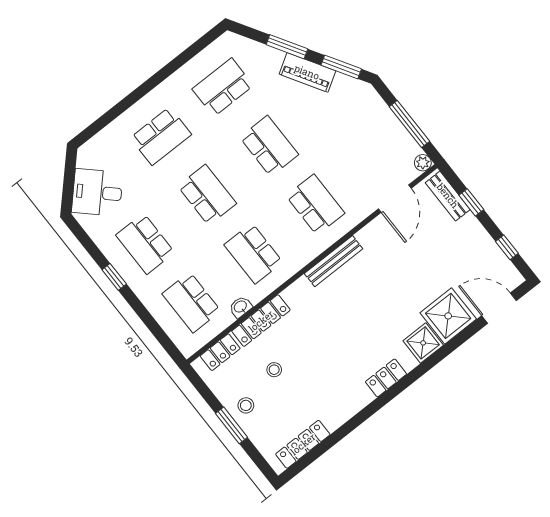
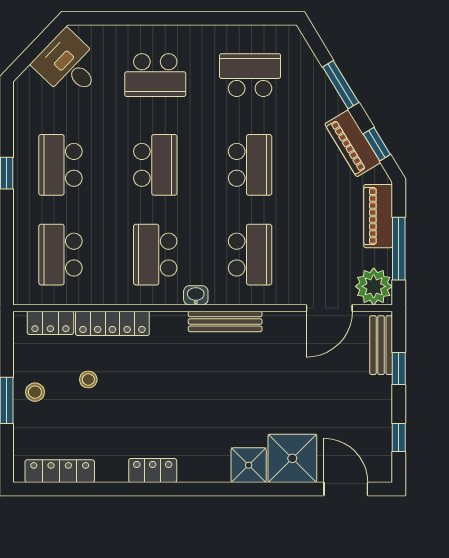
window: (341, 67) -> (377, 144), width x0.67
piano: (307, 72) -> (353, 143), moved
piano: (379, 113) -> (378, 216), added
plant: (423, 163) -> (374, 286), width x1.88, depth x1.88
desk: (97, 192) -> (69, 65), moved
washbasin: (241, 307) -> (196, 295), moved
locker: (386, 378) -> (153, 471), moved

